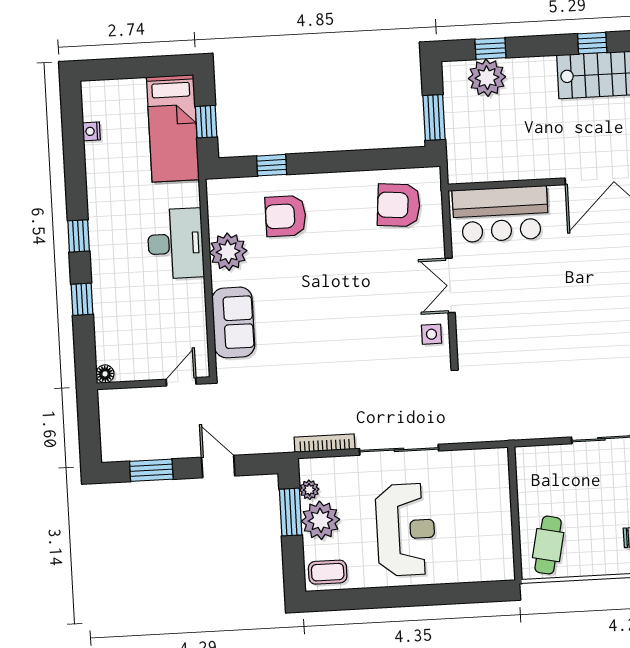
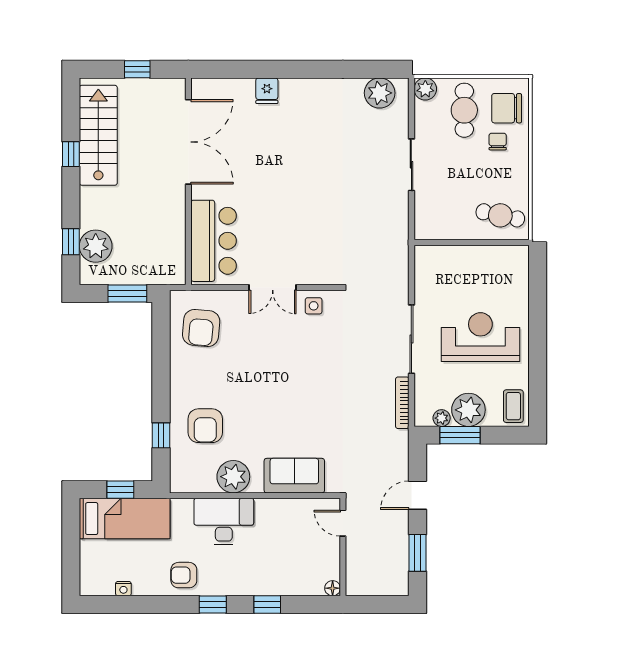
armchair: (111, 201) -> (184, 575), added

